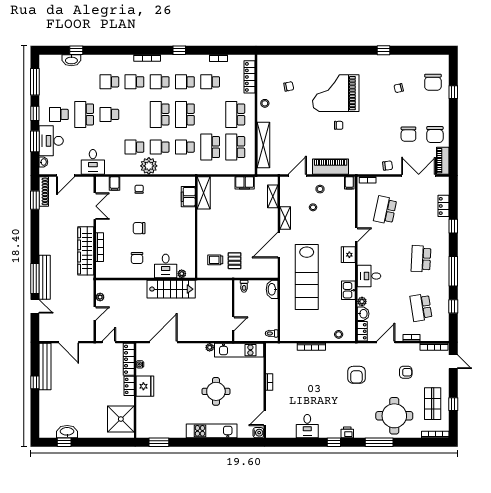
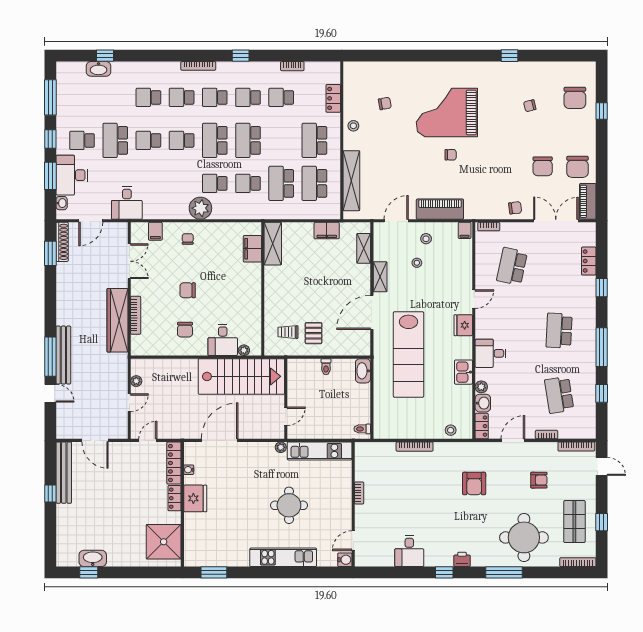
locker: (250, 77) -> (333, 98), width x0.66
school desk: (134, 147) -> (182, 140), moved
stairs: (171, 289) -> (241, 376), width x1.36, depth x1.51
wall: (233, 311) -> (286, 399), moved
door: (233, 324) -> (286, 416), moved

